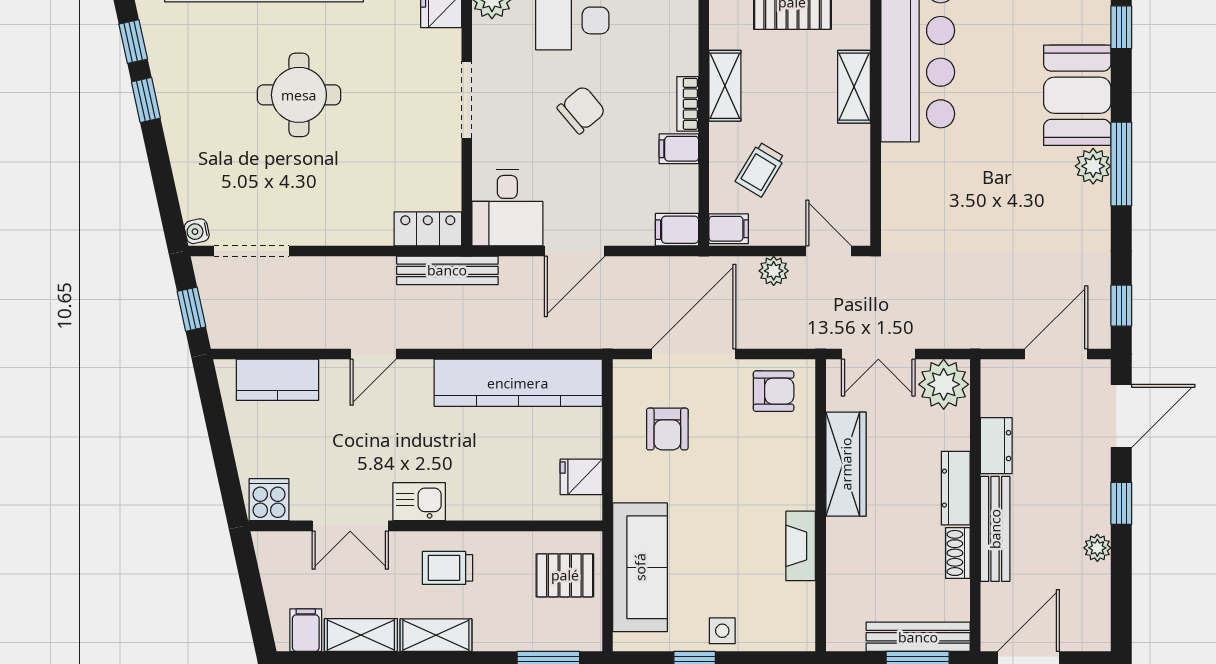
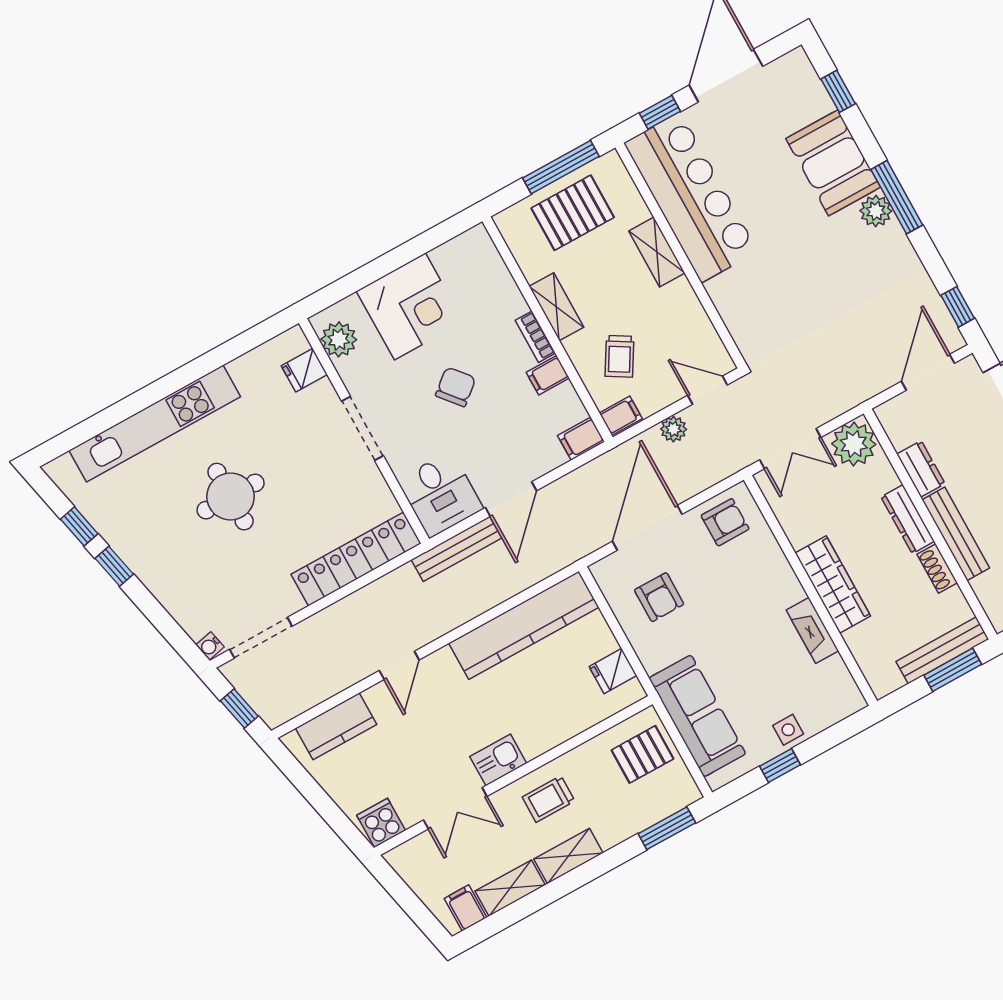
locker: (428, 229) -> (356, 559), width x2.16, depth x1.21
bench: (447, 270) -> (457, 549), moved
wardrobe: (846, 464) -> (833, 585), moved

